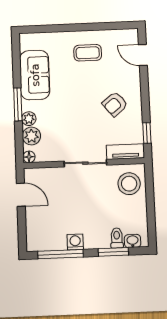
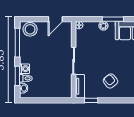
plant: (31, 136) -> (92, 27), removed
stool: (129, 184) -> (30, 29), moved
washing machine: (75, 242) -> (24, 69), moved

